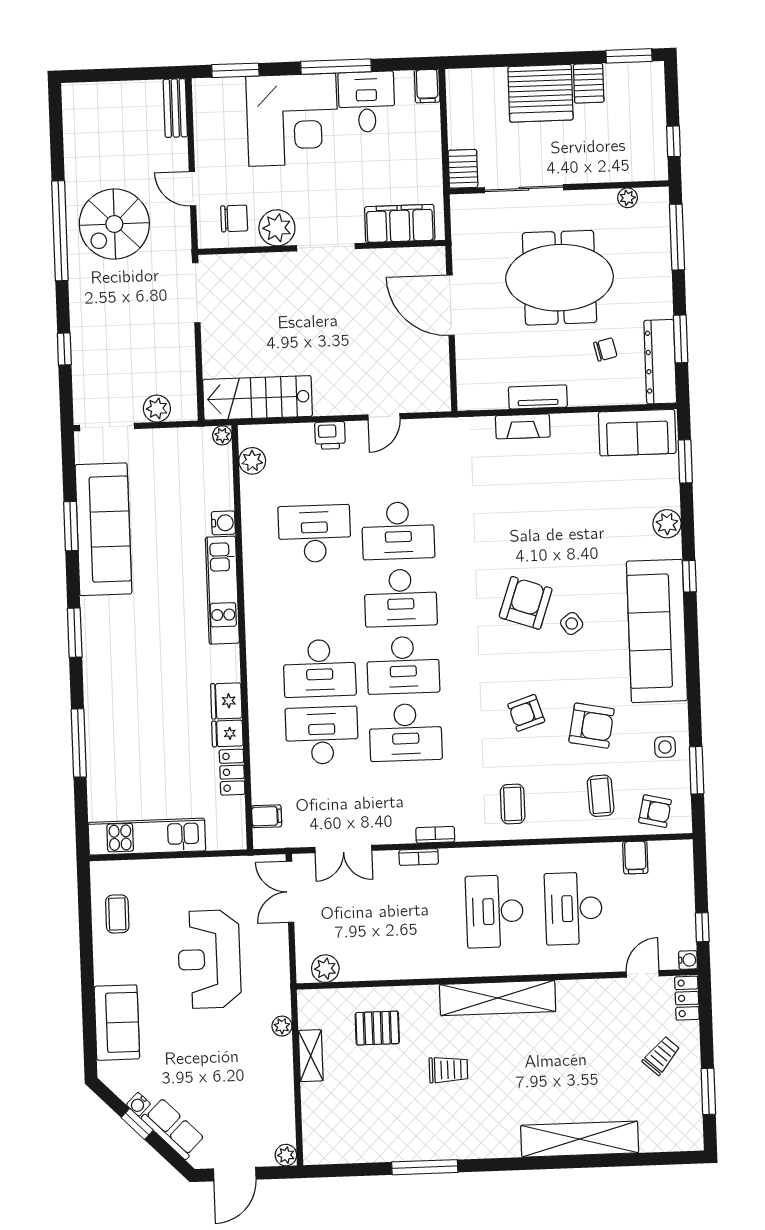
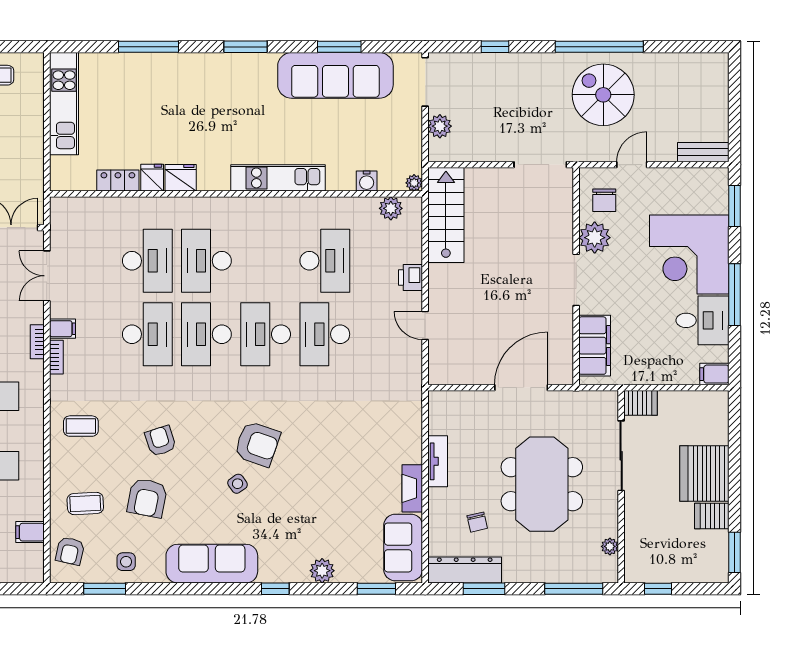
fireplace: (523, 426) -> (412, 488), moved
water cooler: (223, 523) -> (367, 181), moved
sofa: (657, 631) -> (212, 564), width x0.74, depth x0.79
desk: (406, 732) -> (147, 334), turned 180
filing cabinet: (267, 816) -> (63, 329), moved, turned -90

